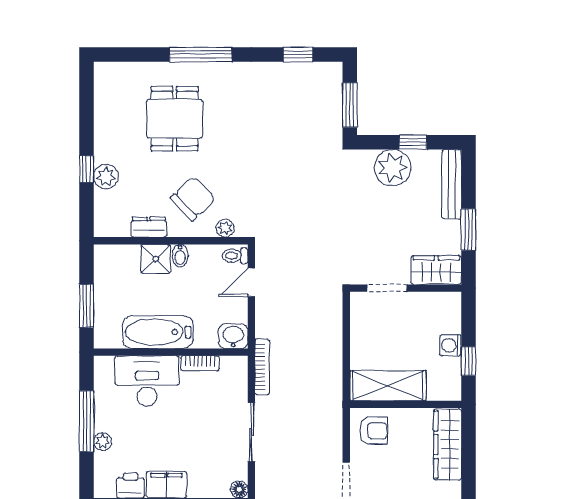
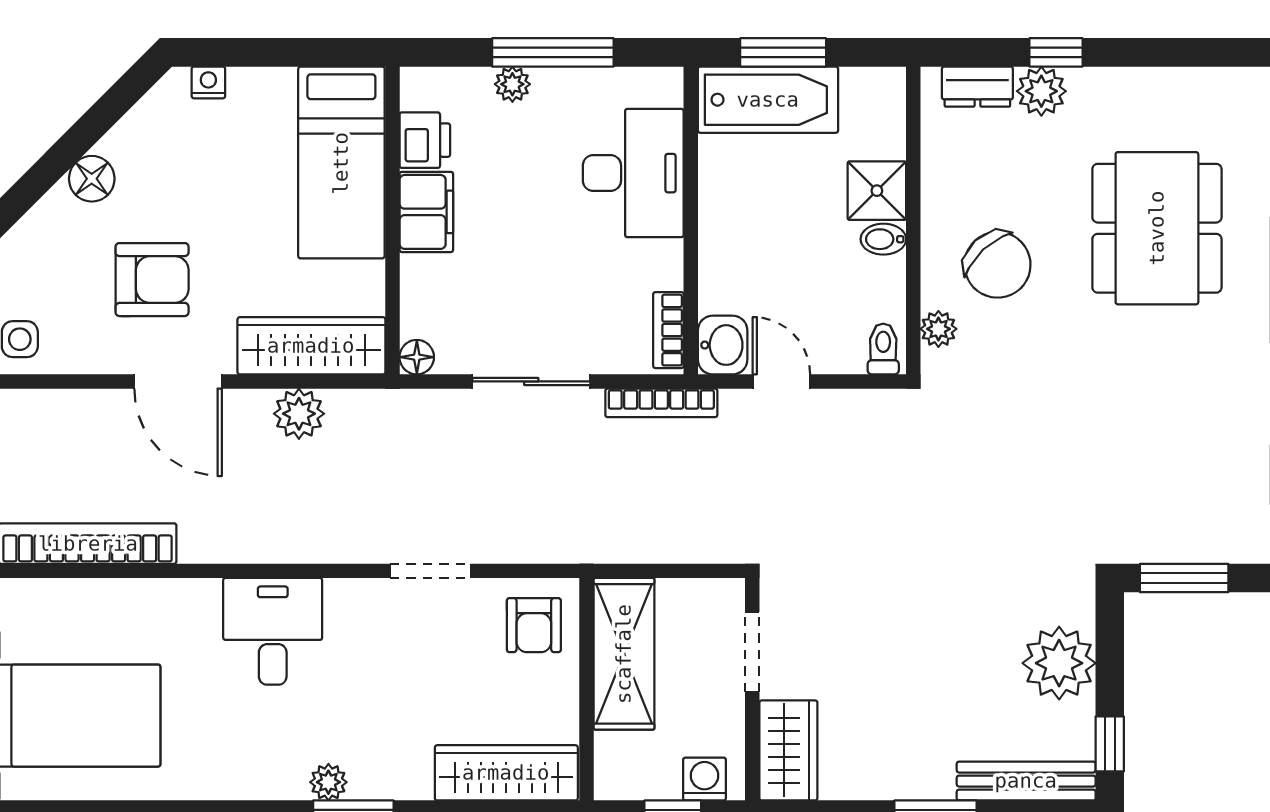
dining table: (175, 119) -> (1157, 228), width x1.38
window: (413, 142) -> (1110, 744), moved
dresser: (149, 227) -> (977, 87), moved, turned 90
wardrobe: (436, 270) -> (788, 750), moved
door: (251, 282) -> (781, 381), moved
doorway: (387, 288) -> (752, 652), moved
wall: (406, 288) -> (752, 689), moved
bathtub: (158, 332) -> (768, 100), moved, turned 90
bookcase: (200, 363) -> (668, 330), moved

